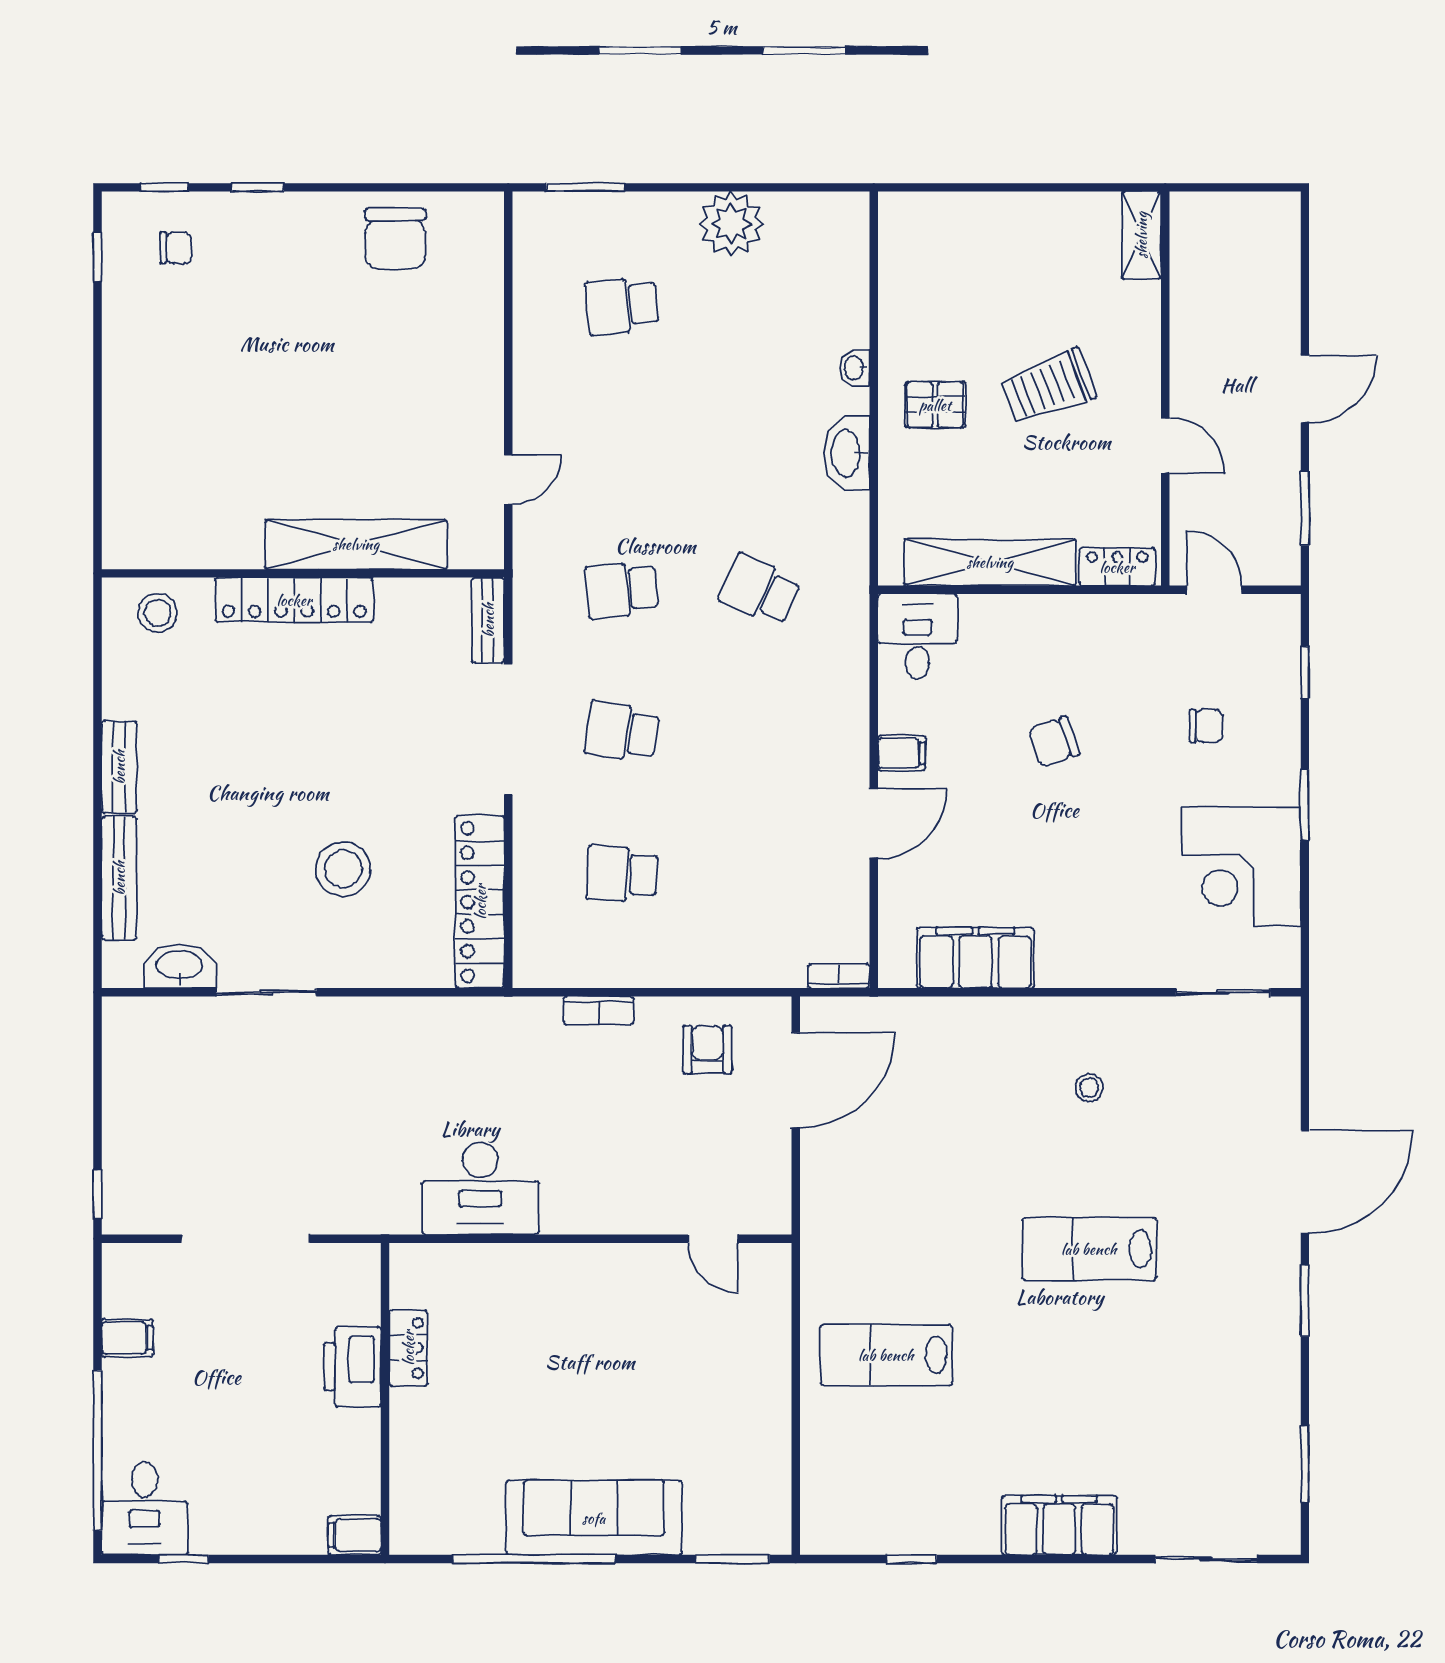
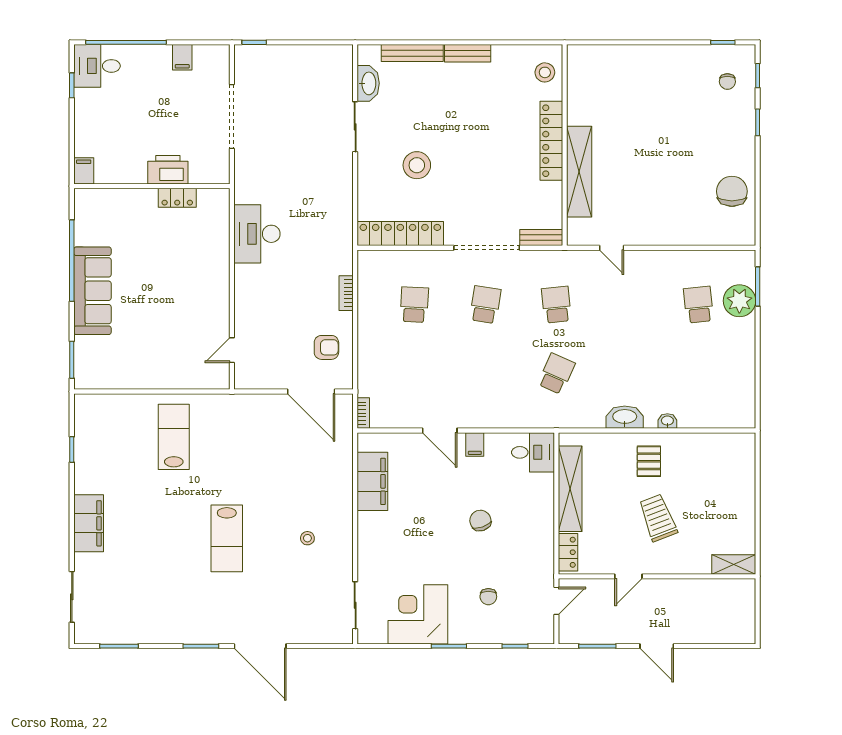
plant: (731, 224) -> (739, 301), moved
chair: (395, 239) -> (732, 191), turned 90
lab bench: (1089, 1249) -> (227, 538), turned 180

